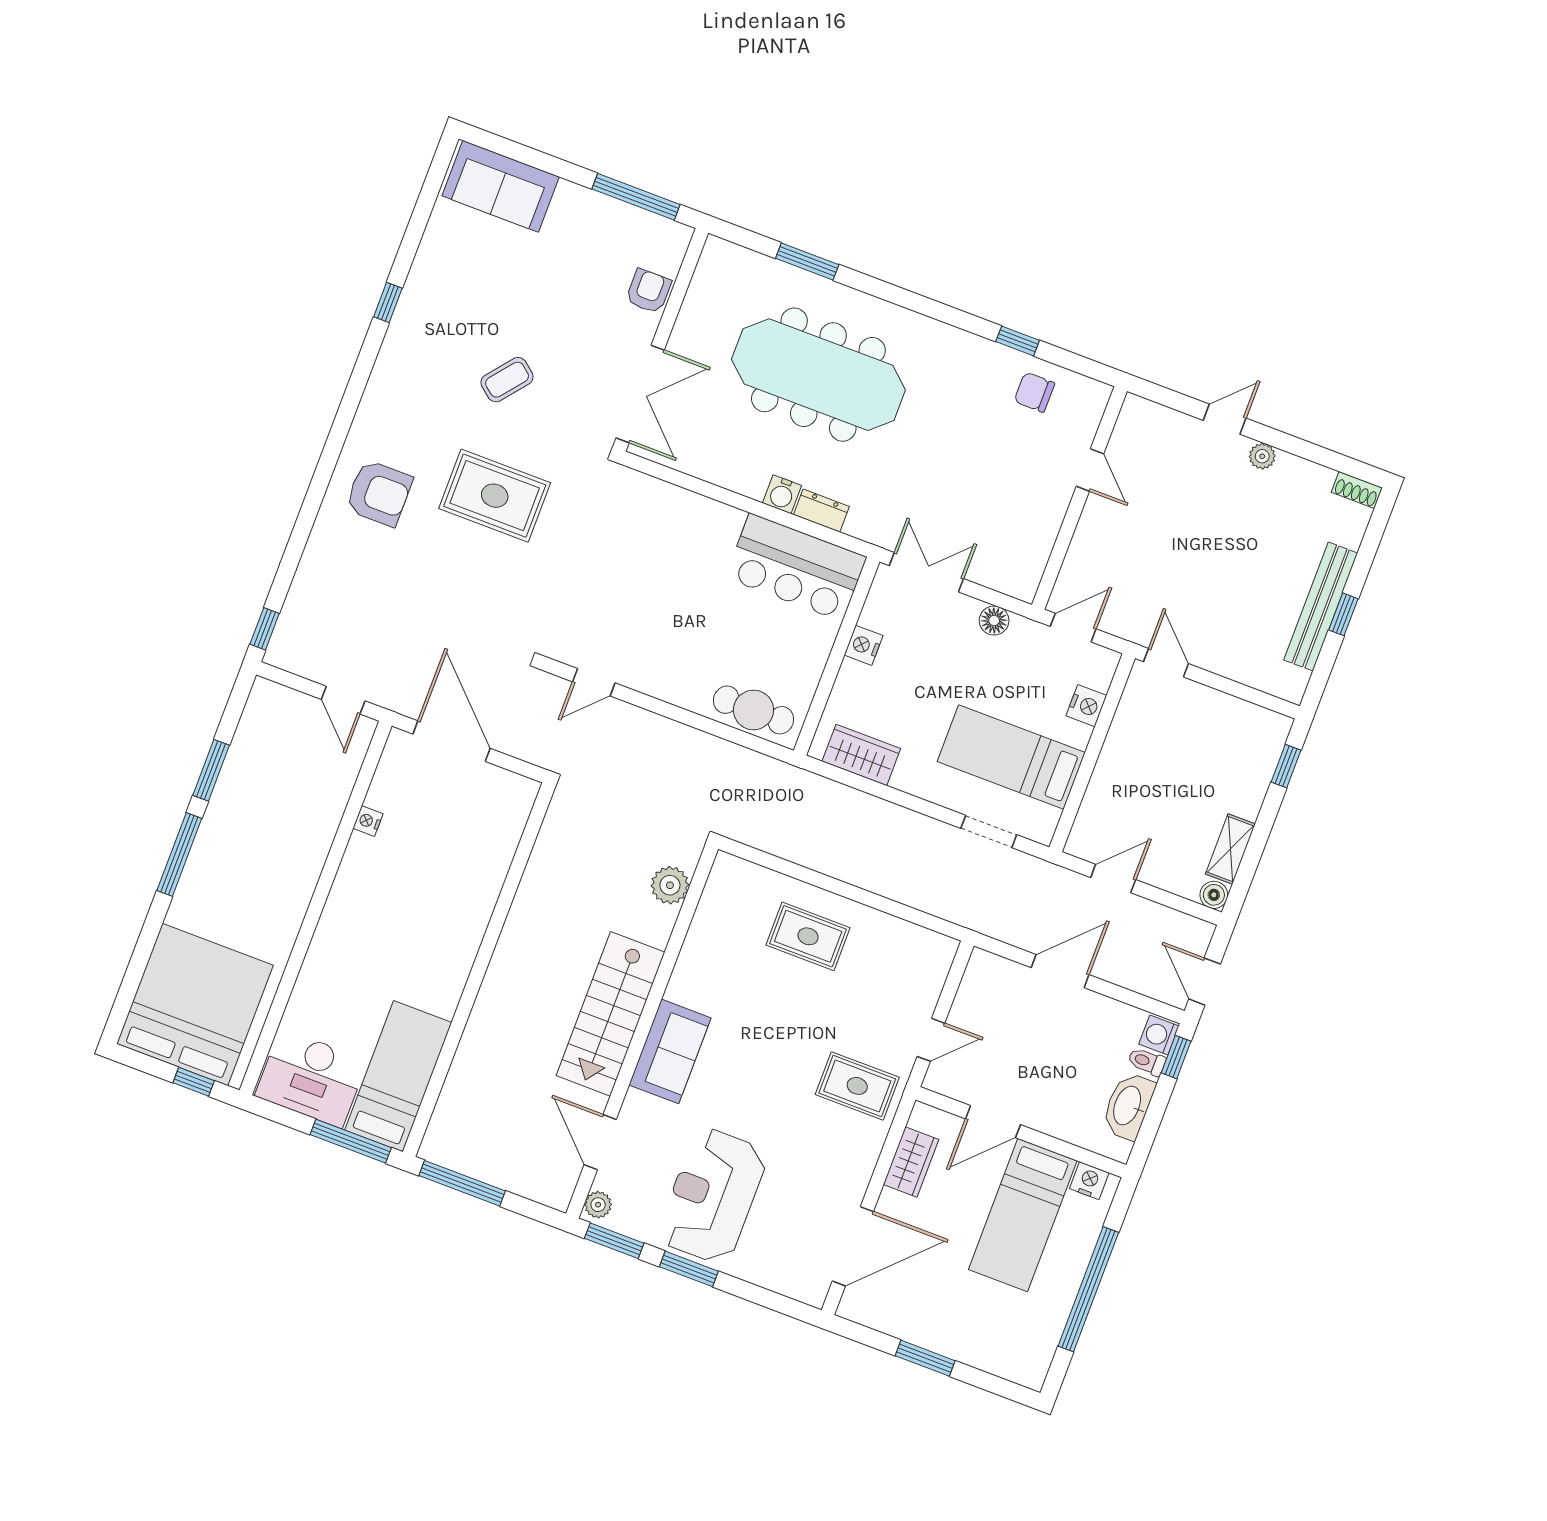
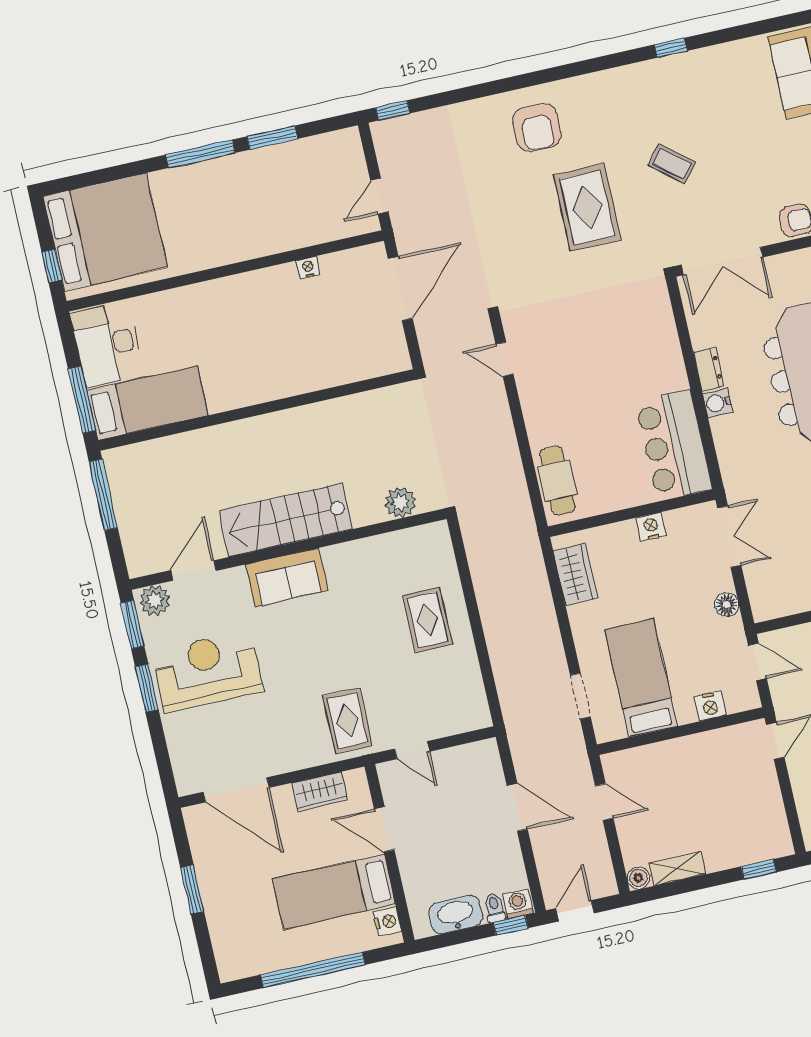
dresser: (821, 511) -> (709, 369), moved
plant: (598, 1205) -> (155, 600), width x1.38, depth x1.38

